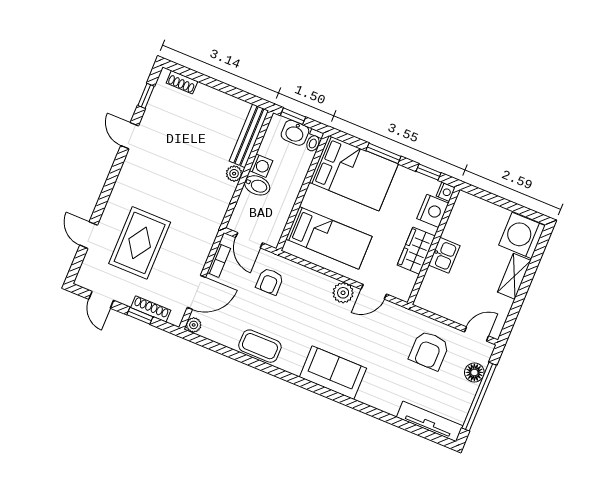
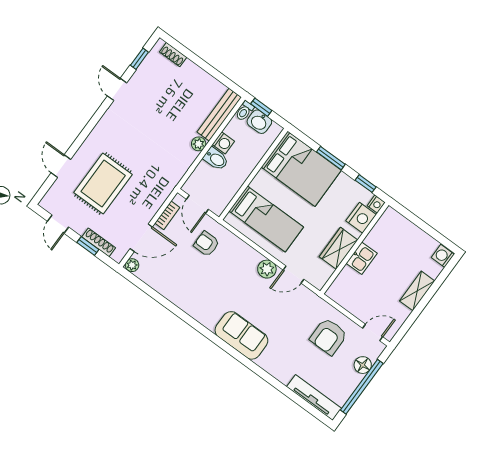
toilet: (314, 141) -> (245, 111), moved
washing machine: (522, 235) -> (443, 256), width x0.53, depth x0.53
armchair: (270, 281) -> (206, 244), turned 90
coffee table: (260, 346) -> (184, 297), removed

